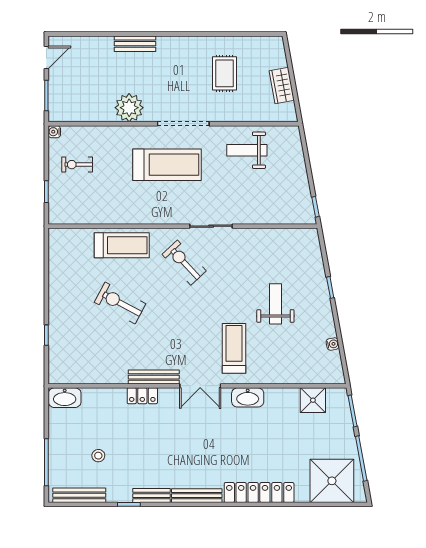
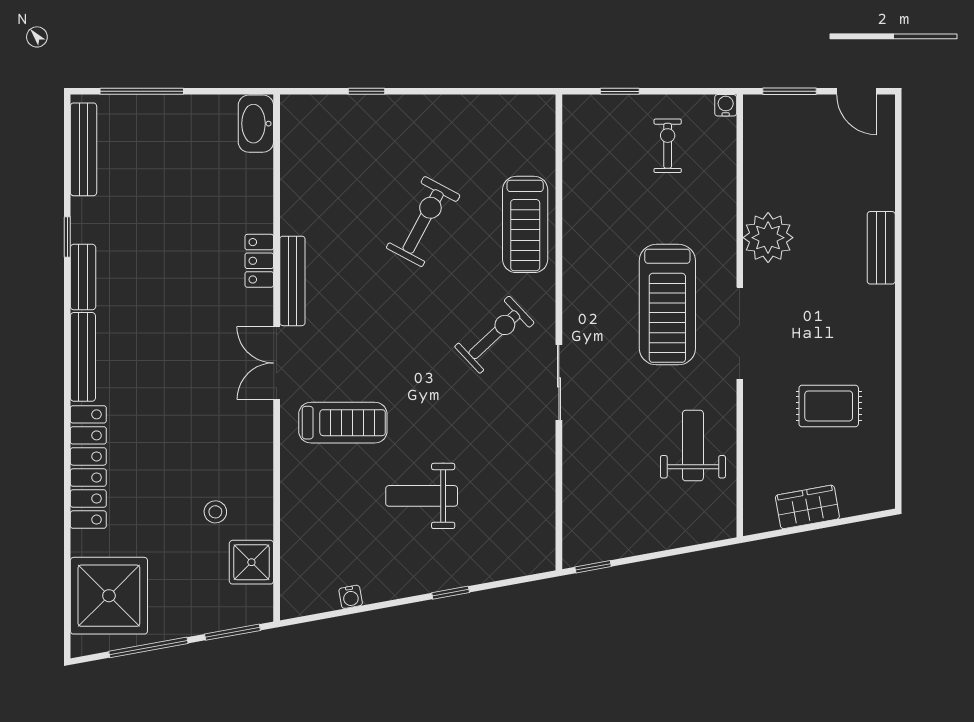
weight bench: (275, 304) -> (422, 496), turned 180
washbasin: (248, 397) -> (256, 447), removed
stool: (98, 456) -> (215, 512), moved

